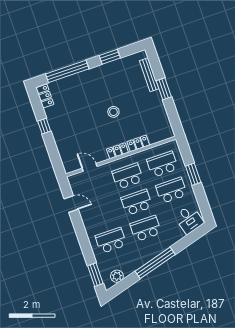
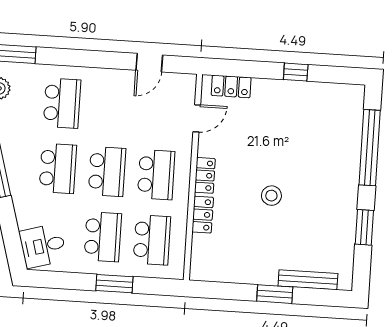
locker: (45, 96) -> (231, 86), moved

